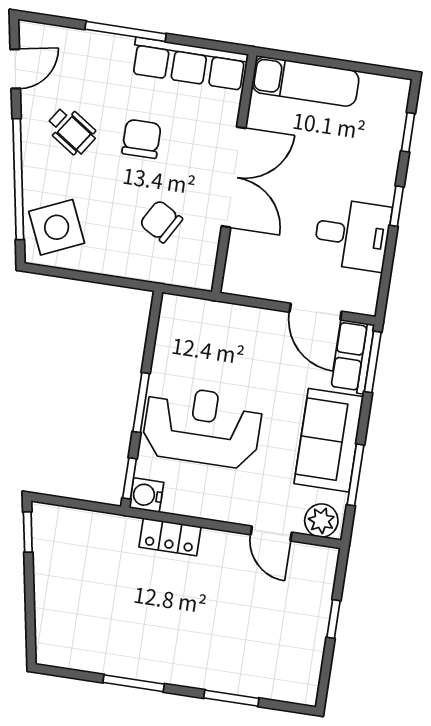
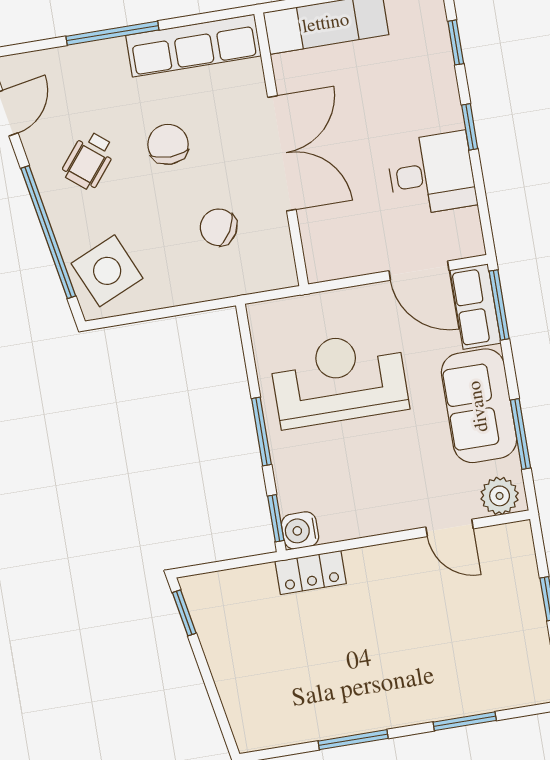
wheelchair: (71, 131) -> (89, 160), turned 95
reception desk: (202, 427) -> (339, 379), moved
locker: (170, 537) -> (311, 572), moved

